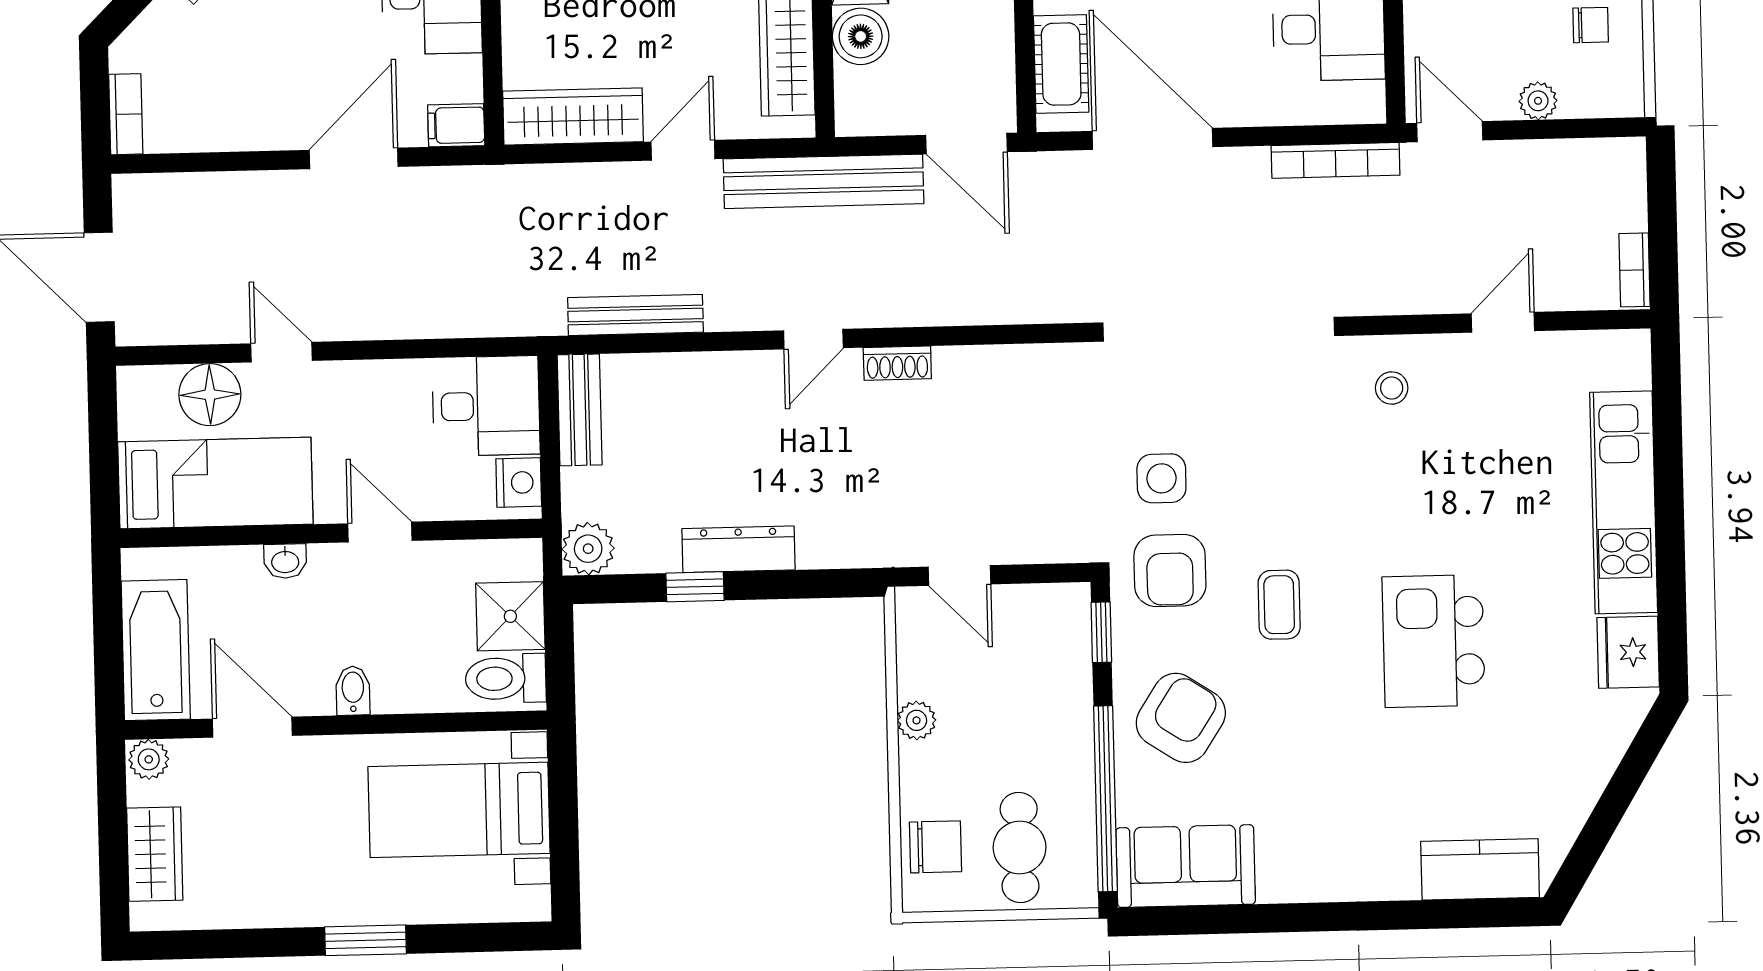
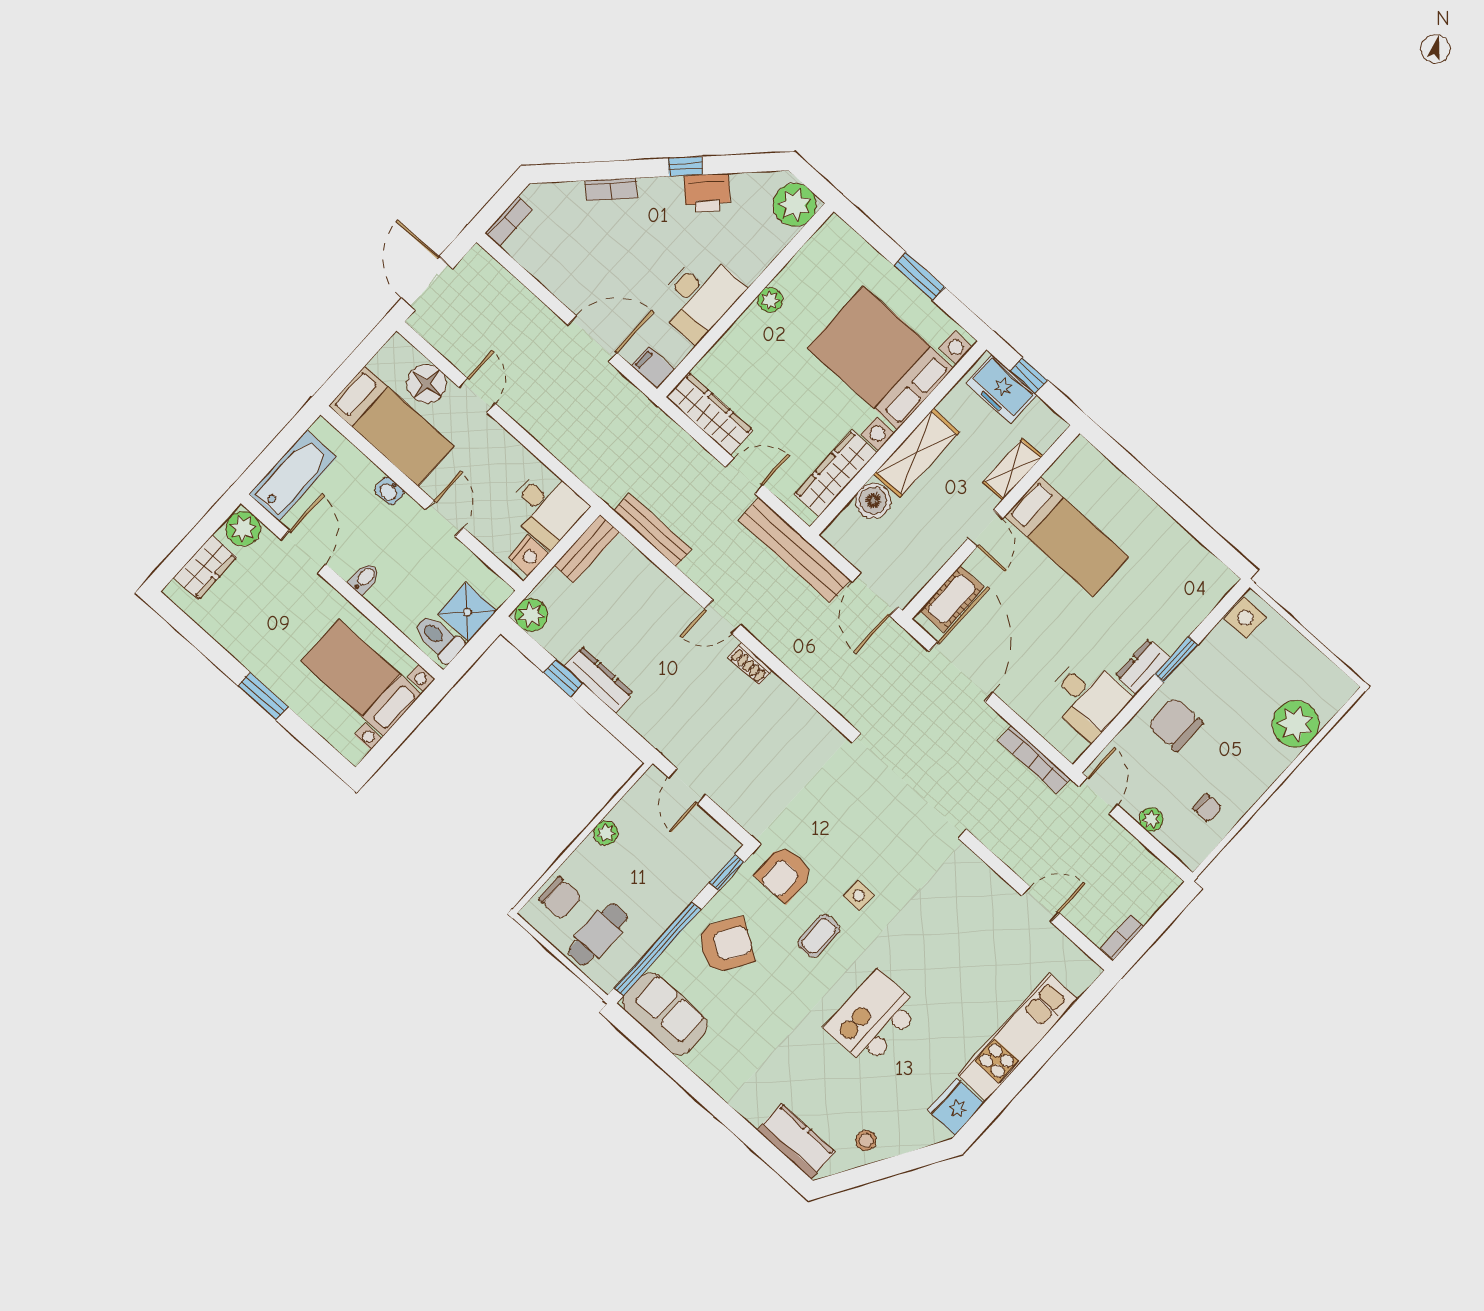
stool: (1392, 388) -> (866, 1140), moved
side table: (1161, 478) -> (859, 895), moved, width x0.73, depth x0.73
plant: (149, 759) -> (243, 529), width x1.38, depth x1.38

